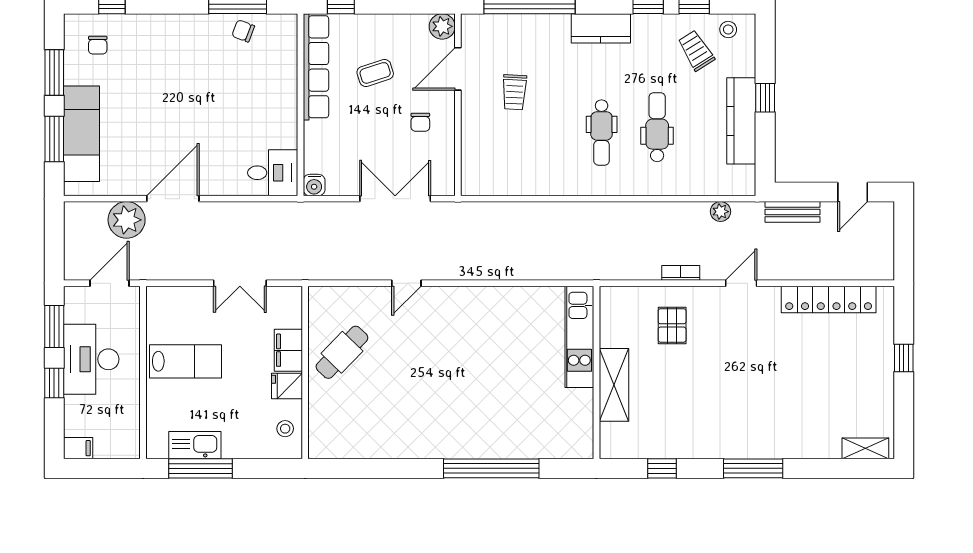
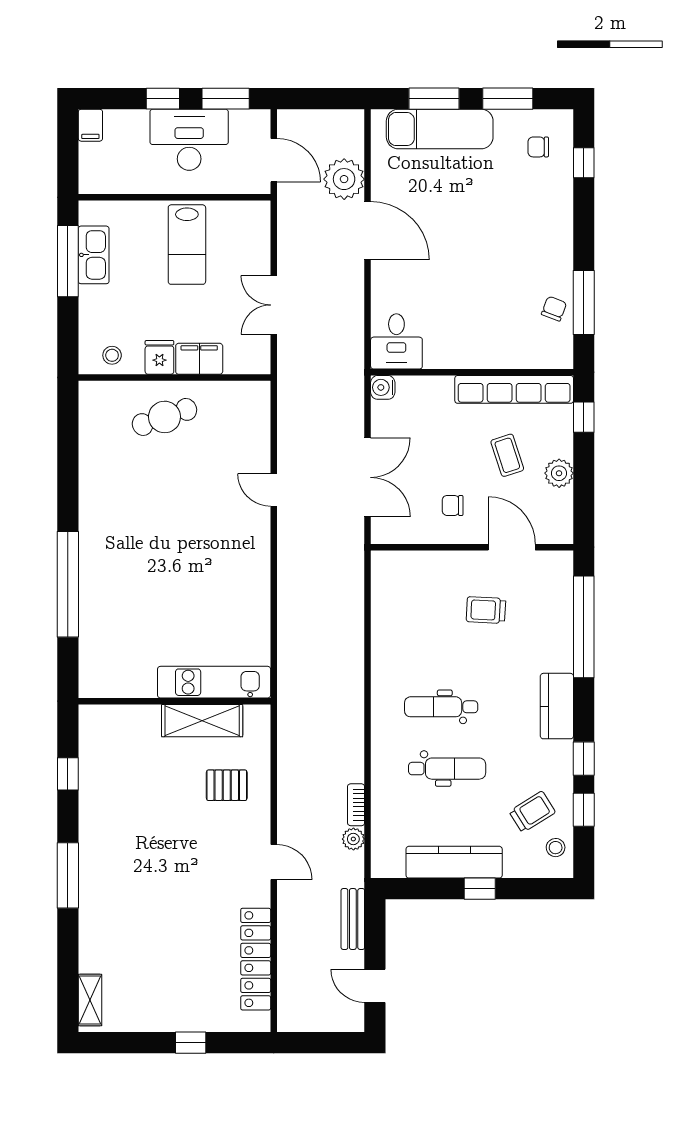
plant: (442, 26) -> (559, 473), moved
bookcase: (681, 273) -> (356, 805), moved, turned 180
cafe table: (342, 352) -> (164, 417), moved, turned -63
shelving: (614, 385) -> (202, 721), moved

